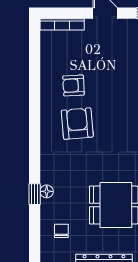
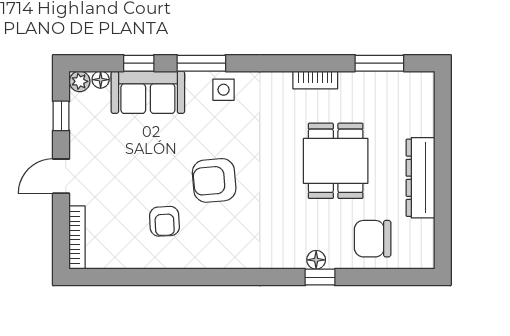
armchair: (77, 124) -> (214, 180), moved
chair: (61, 231) -> (373, 239), width x1.87, depth x1.87

